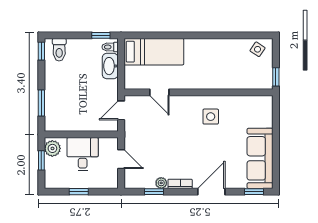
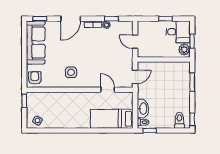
armchair: (261, 109) -> (35, 78), added
desk: (83, 154) -> (178, 32), moved, turned -90

